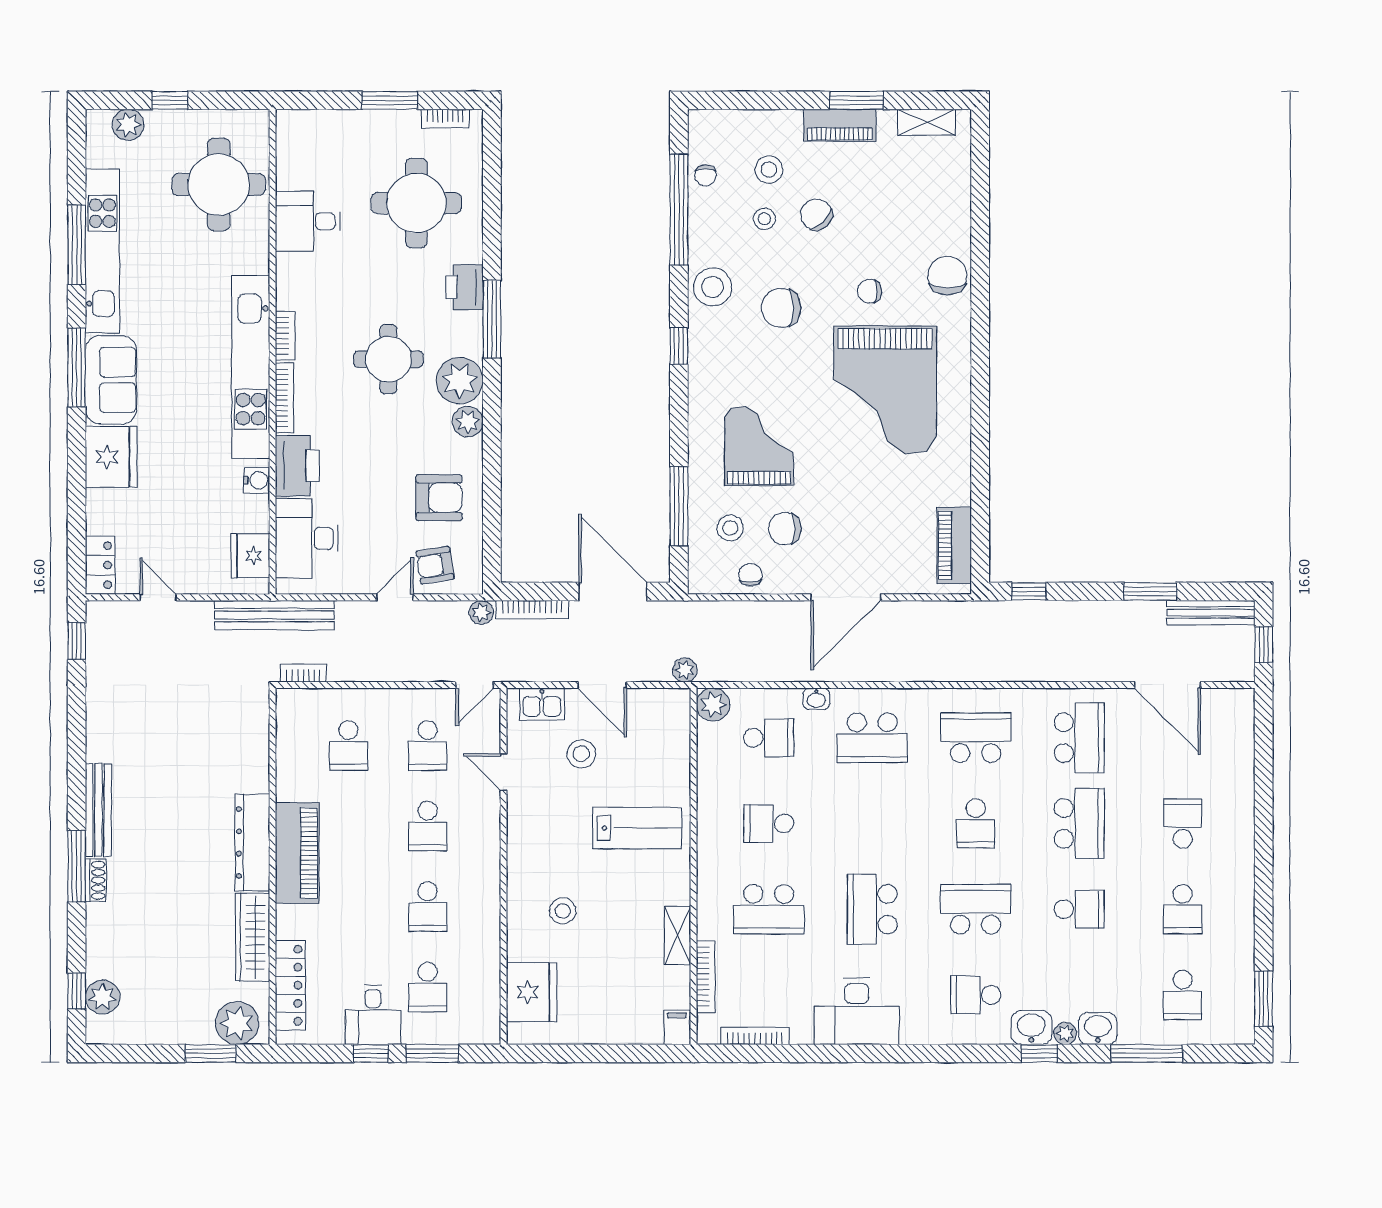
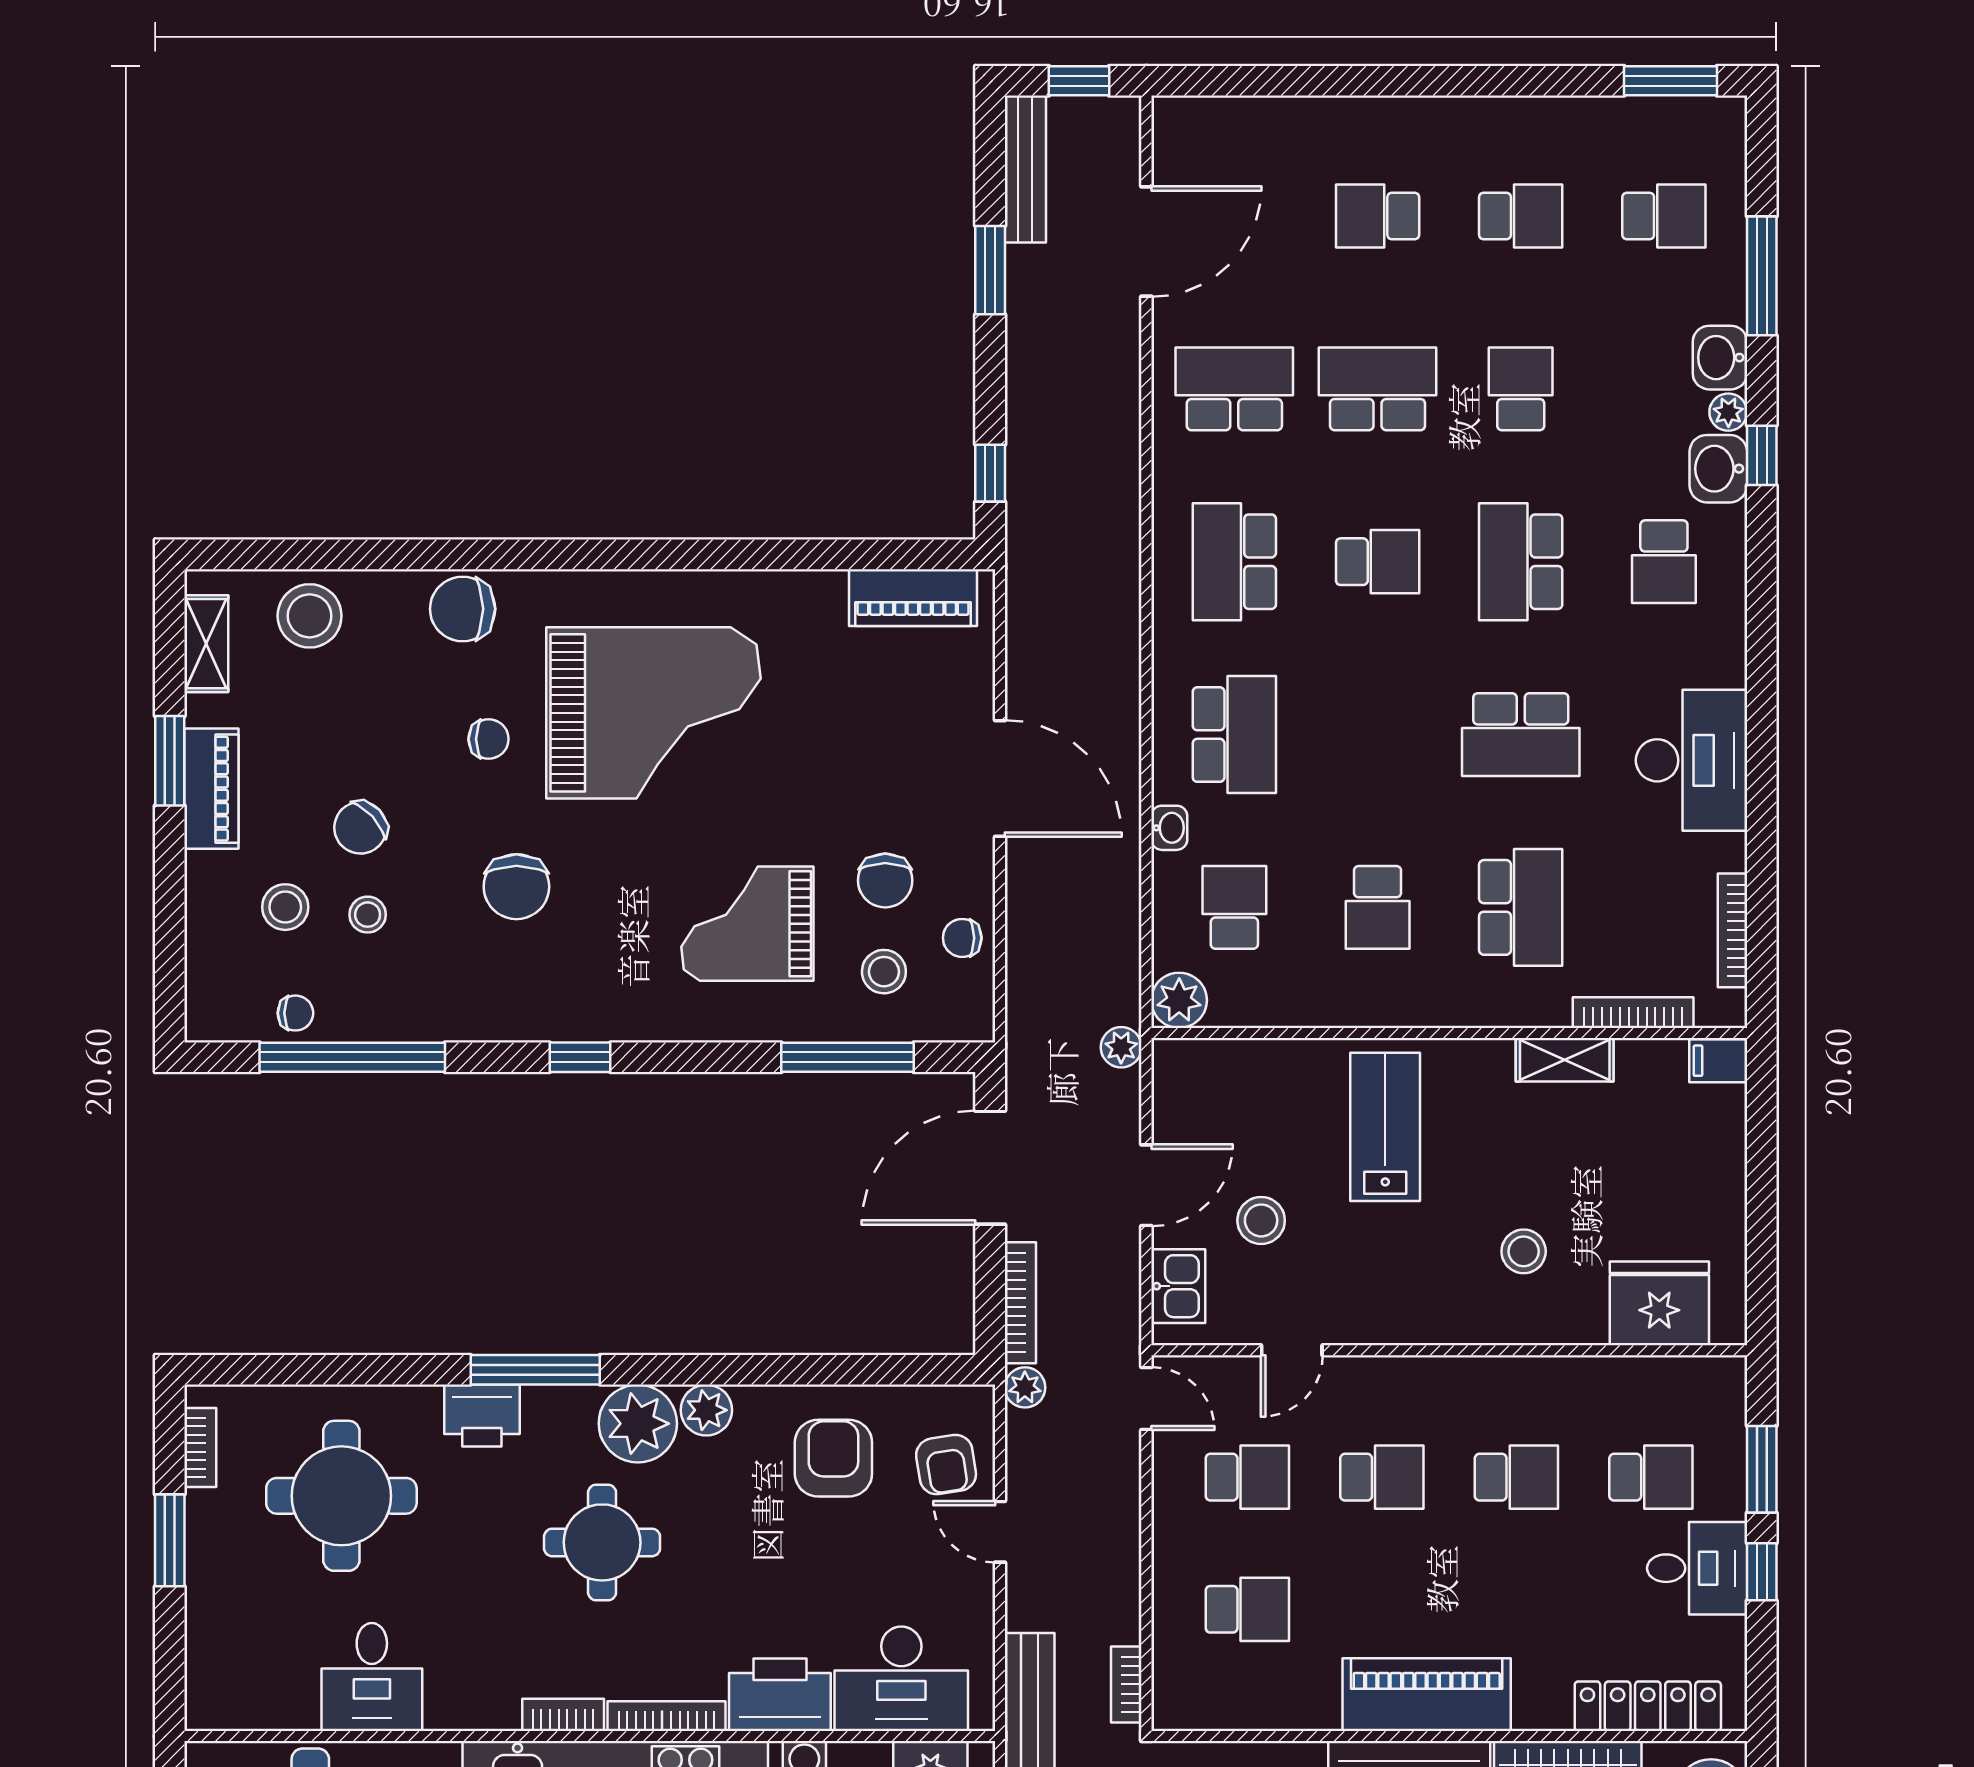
stool: (713, 287) -> (310, 616), moved
chair: (870, 291) -> (489, 739), turned -90

